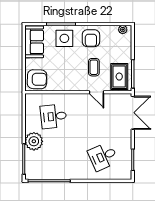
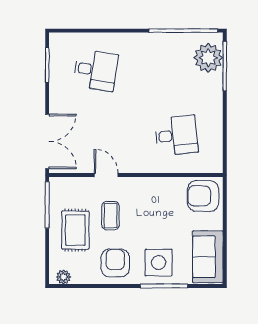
rug: (119, 77) -> (75, 230), moved
double door: (133, 113) -> (47, 141), swing flipped
plant: (34, 141) -> (208, 58), moved
desk: (103, 156) -> (96, 70), turned 33

